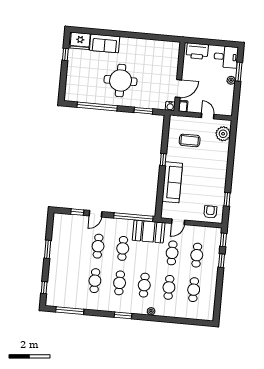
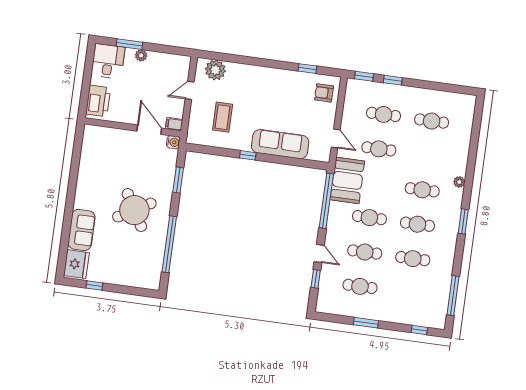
round table: (121, 81) -> (134, 210), turned -30
cafe table: (169, 287) -> (360, 286), moved

